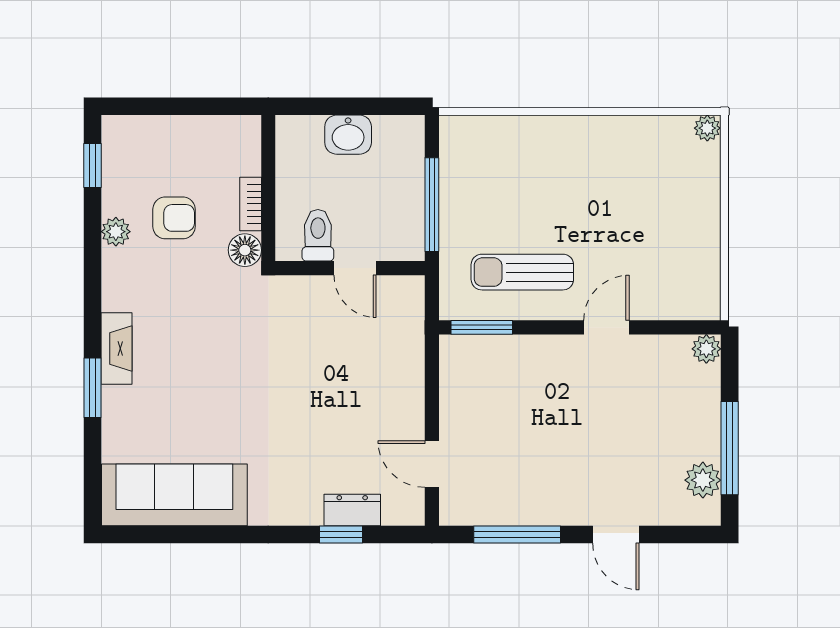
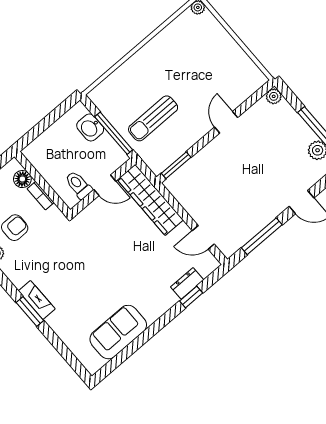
washbasin: (348, 135) -> (90, 128), moved, turned 90
floor lamp: (245, 250) -> (22, 179), moved
sun lounger: (522, 272) -> (153, 118), moved
wardrobe: (402, 345) -> (150, 200), added
window: (92, 388) -> (30, 312), moved
sofa: (174, 495) -> (118, 332), width x0.73

